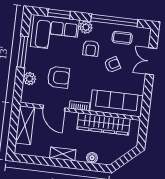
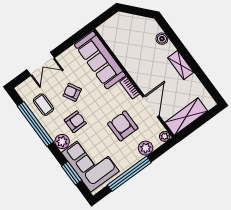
window: (23, 52) -> (129, 174), width x1.46
plant: (25, 99) -> (165, 136), added
wardrobe: (104, 124) -> (126, 55), removed

